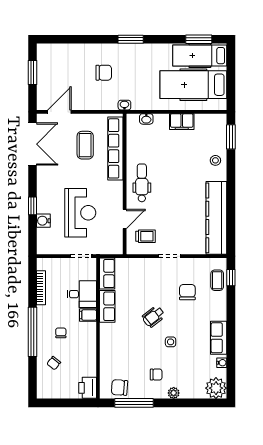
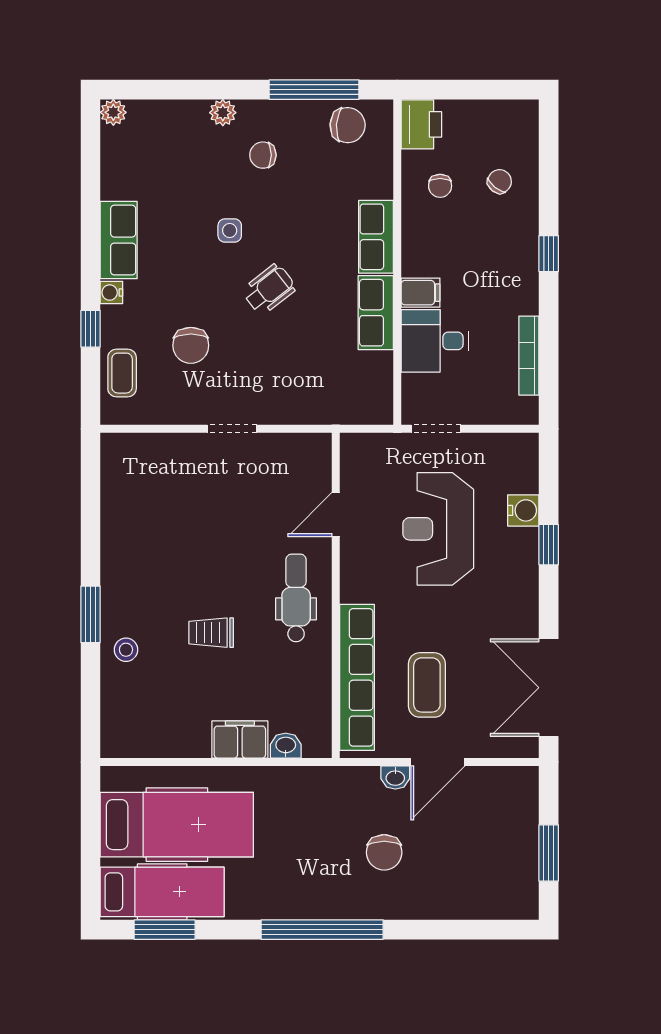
window: (131, 39) -> (322, 930), width x2.11
chair: (104, 73) -> (384, 852), turned -90
washbasin: (124, 105) -> (395, 777), moved
door: (59, 112) -> (438, 762), moved
filing cabinet: (182, 122) -> (240, 739), moved
window: (231, 137) -> (91, 614), moved
dental chair: (142, 183) -> (296, 598), turned 180
kitchen counter: (216, 218) -> (124, 517), removed
trolley: (146, 236) -> (211, 633), moved
row of seats: (107, 274) -> (376, 237), moved
window: (231, 278) -> (91, 329), moved
window: (32, 332) -> (549, 254), width x0.32
chair: (61, 333) -> (440, 186), moved
water cooler: (222, 363) -> (111, 293), moved
plant: (216, 388) -> (113, 112), width x0.53, depth x0.53

